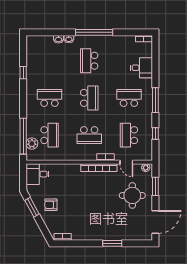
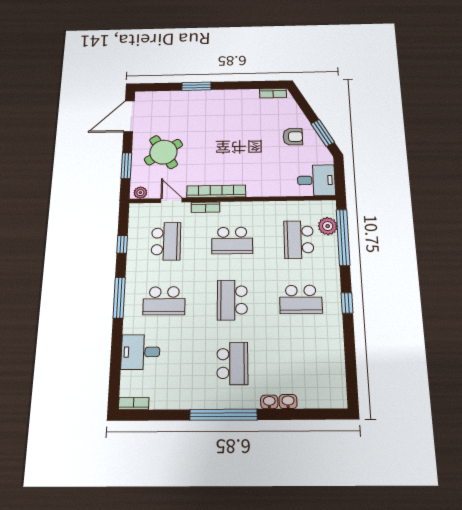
window: (23, 73) -> (347, 303), moved
school desk: (89, 135) -> (232, 240), turned 180
round table: (132, 195) -> (163, 152), turned -33

